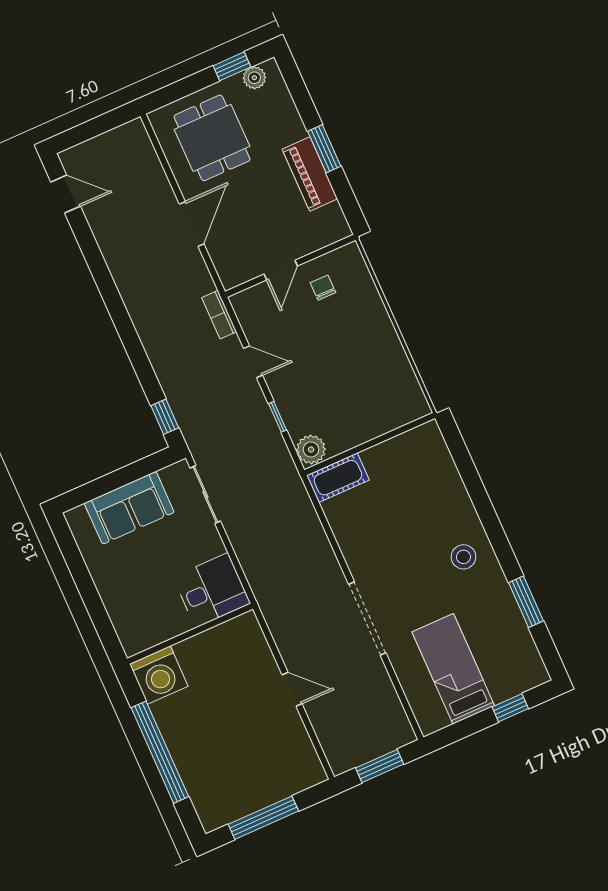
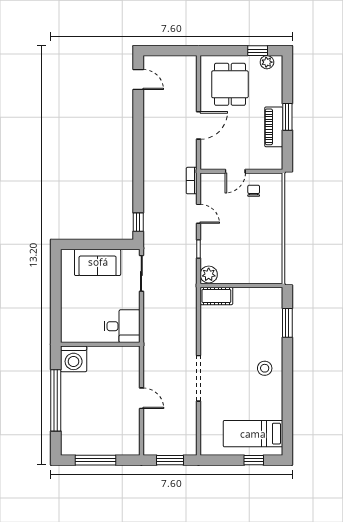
window: (526, 602) -> (287, 323), moved
bed: (453, 669) -> (253, 434), moved, turned -90

